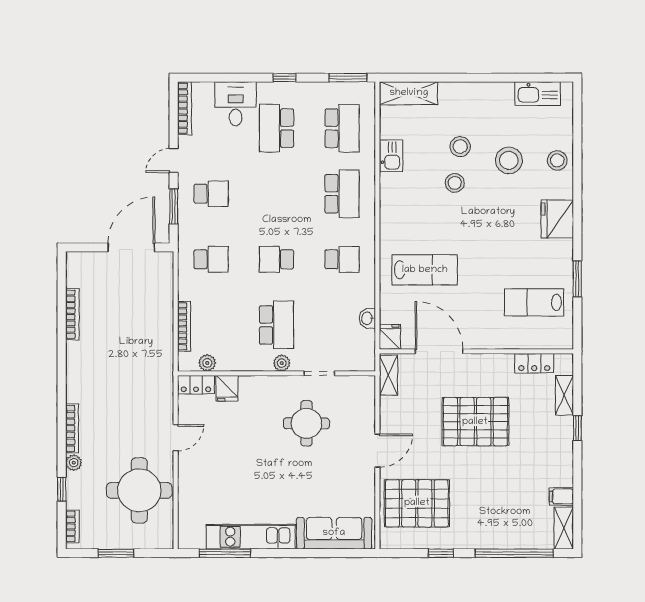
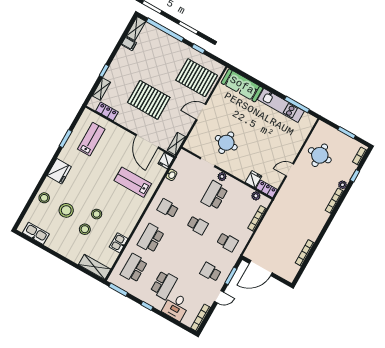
school desk: (211, 259) -> (227, 242), turned 180
lab bench: (534, 302) -> (91, 139), turned -90
round table: (139, 490) -> (320, 155), width x0.73, depth x0.73

